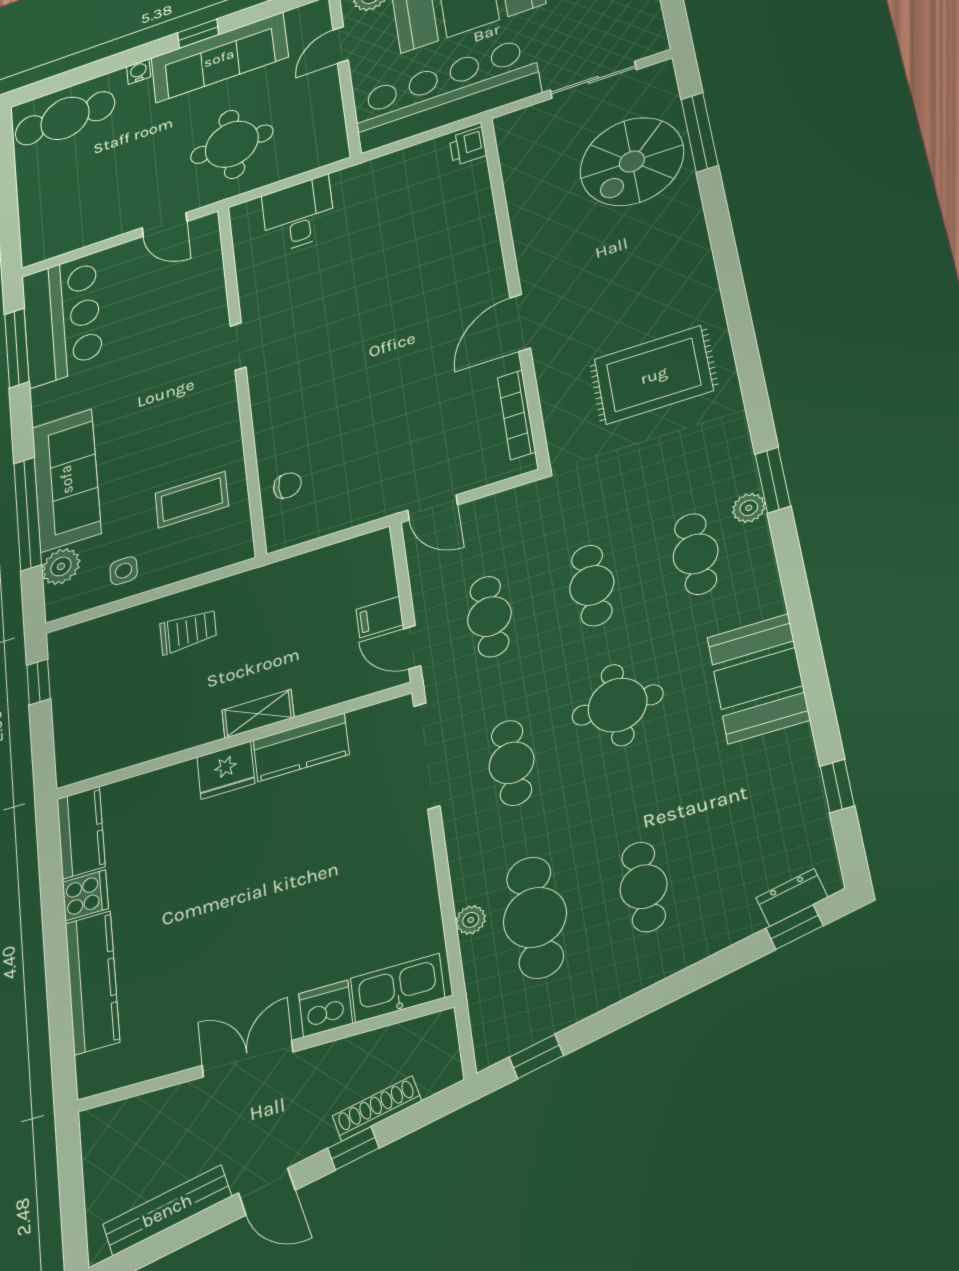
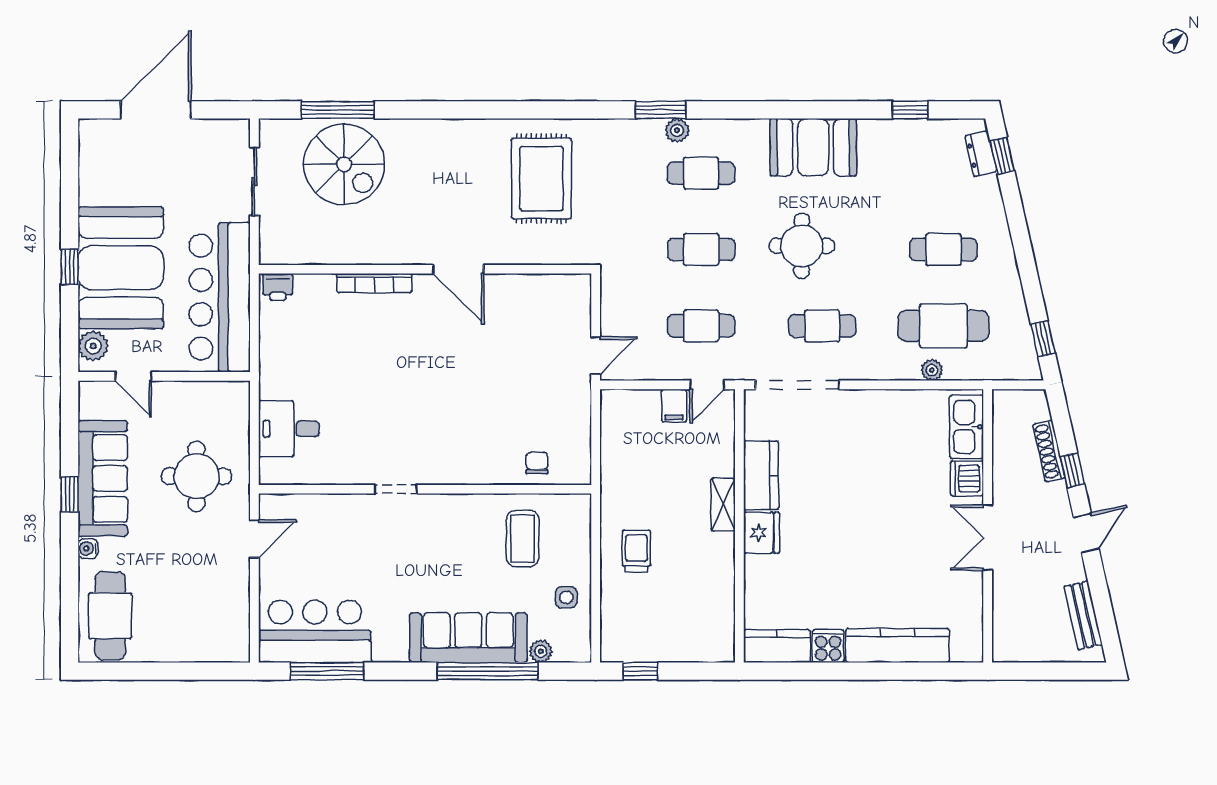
bookcase: (517, 415) -> (374, 283), moved
plant: (61, 566) -> (541, 651), width x0.73, depth x0.73
bench: (167, 1210) -> (1083, 615), width x0.73

